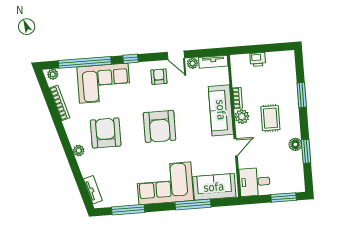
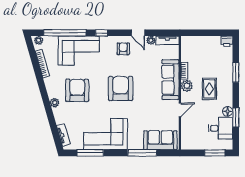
printer: (258, 59) -> (227, 41), moved
armchair: (160, 126) -> (121, 88), turned 180
desk: (255, 182) -> (221, 128), moved, turned 180
corner sofa: (165, 183) -> (106, 134), moved

